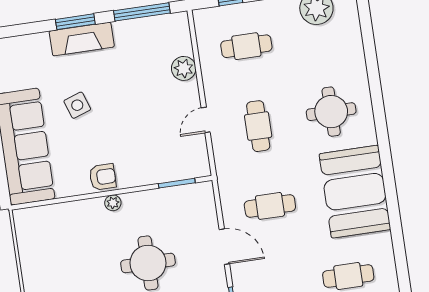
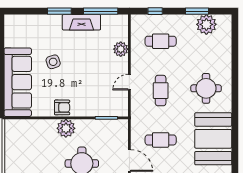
fireplace: (82, 39) -> (81, 22), moved
plant: (113, 203) -> (66, 128), width x1.88, depth x1.88

